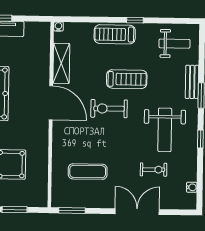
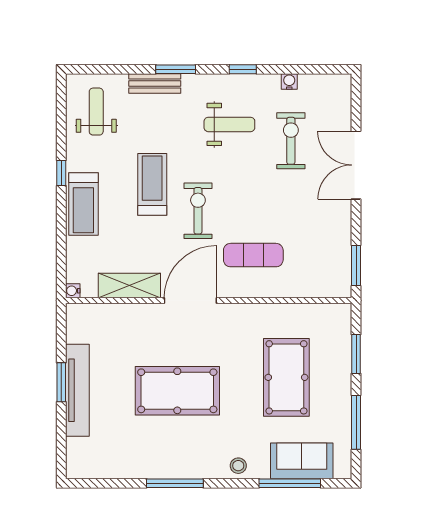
exercise bike: (109, 109) -> (198, 211), turned 180
weight bench: (165, 130) -> (229, 124), width x0.73, depth x0.75
exercise bike: (154, 170) -> (291, 141), width x1.38, depth x1.39
exercise mat: (88, 172) -> (253, 255), moved, turned 90
water cooler: (192, 187) -> (289, 82), moved

